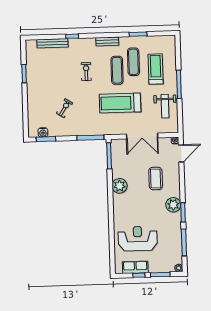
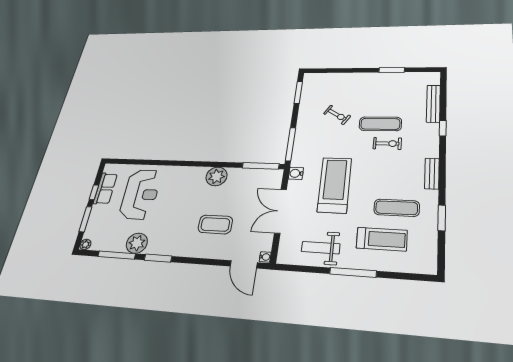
exercise mat: (117, 70) -> (380, 124), moved
water cooler: (43, 132) -> (296, 173), moved
plant: (173, 205) -> (137, 243), moved

